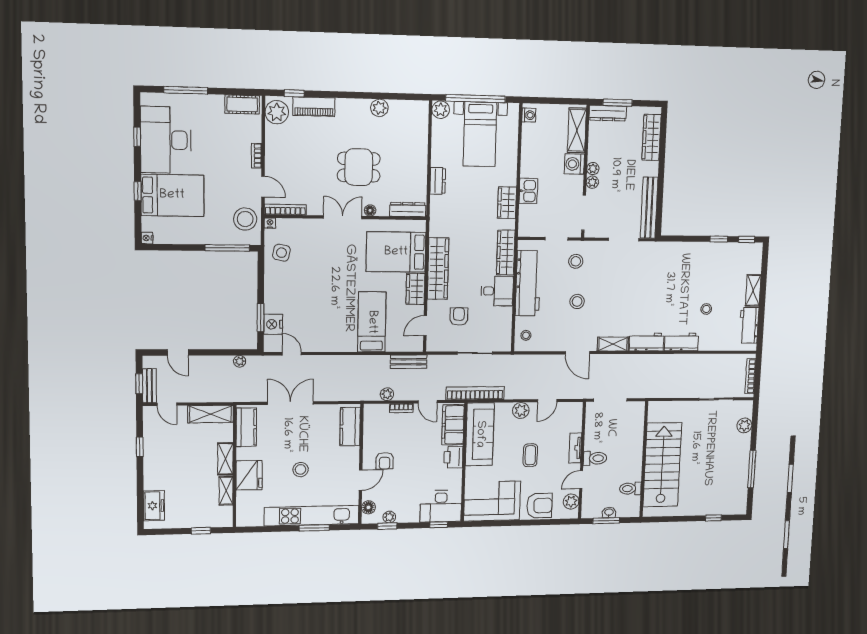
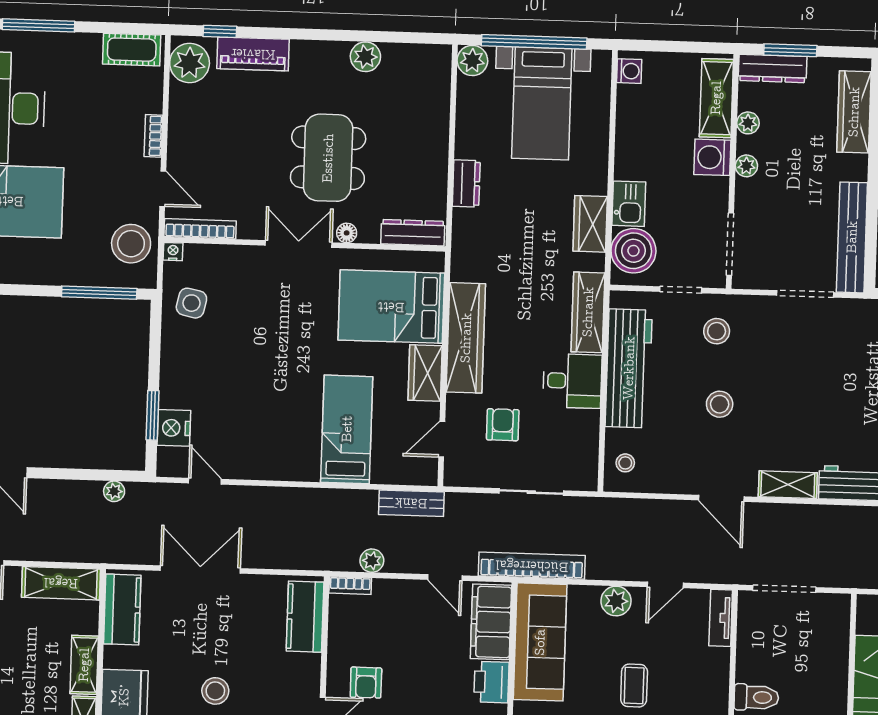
dining table: (359, 167) -> (328, 158), width x1.38
plant: (592, 182) -> (748, 123), moved
boiler: (531, 217) -> (633, 251), added
bookcase: (401, 408) -> (350, 586), moved
tv unit: (575, 448) -> (721, 618), moved

